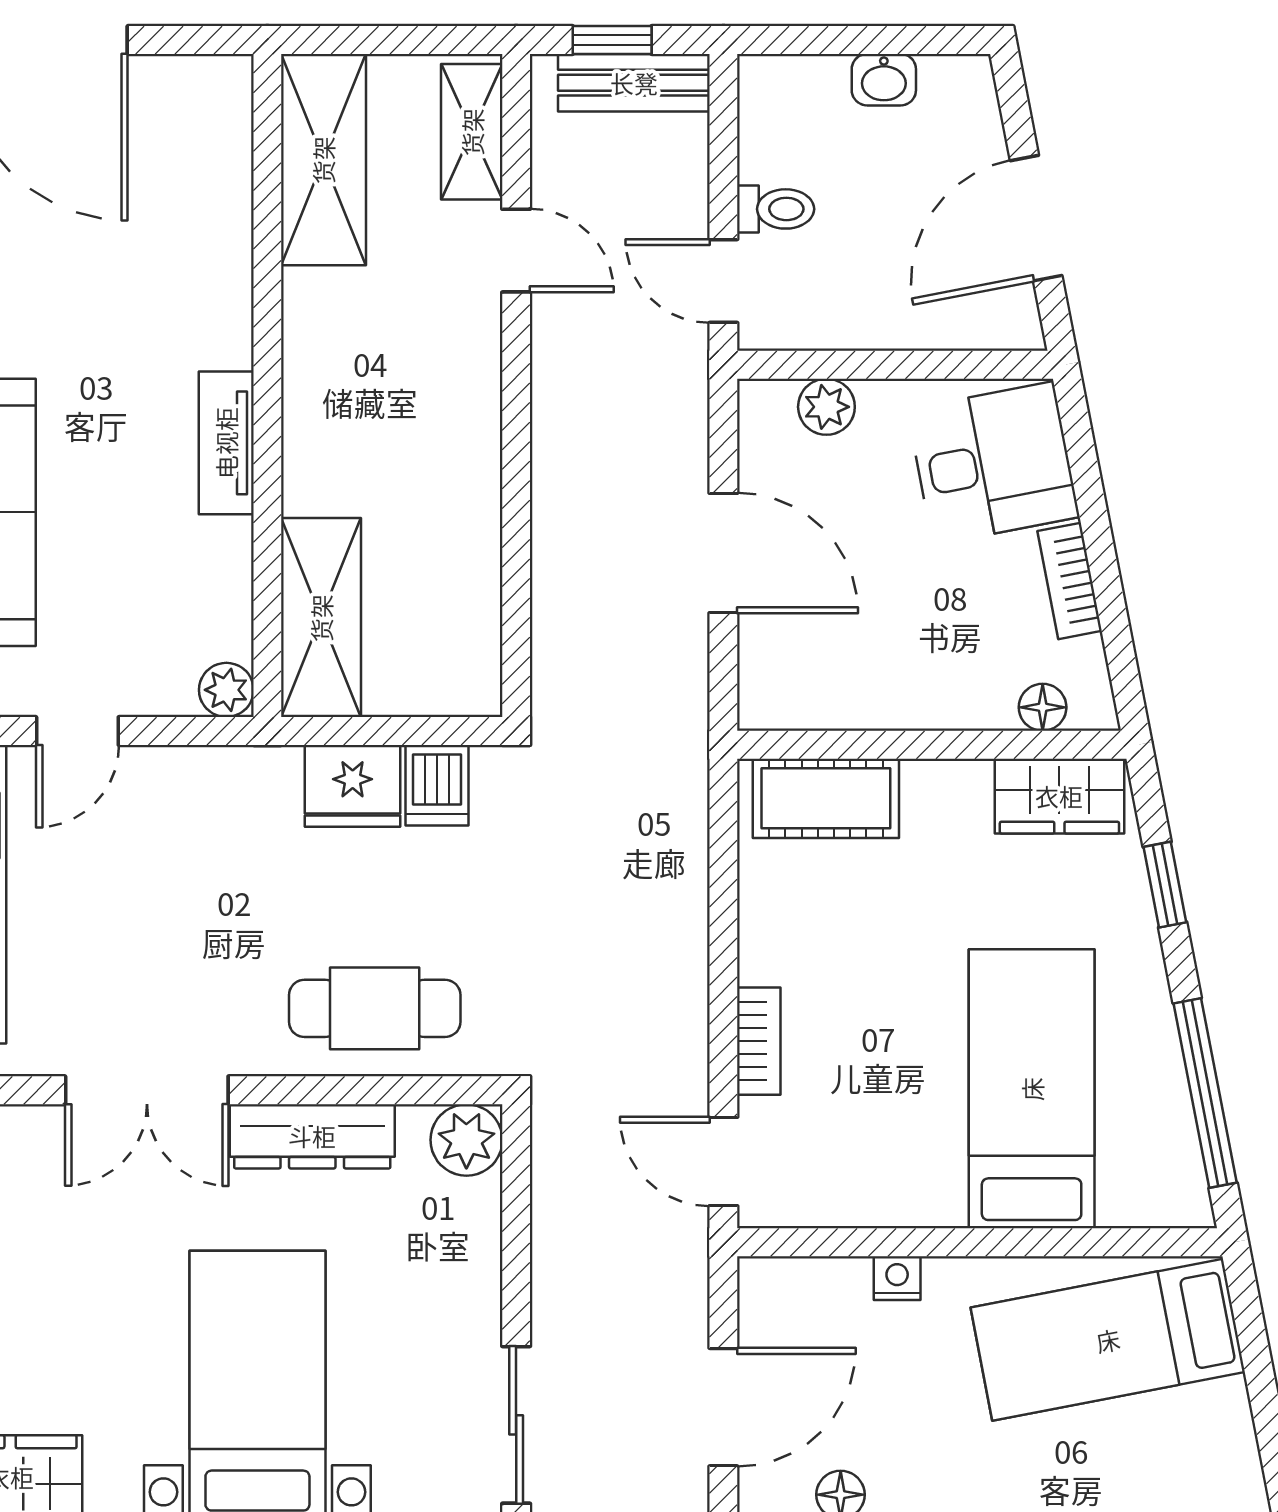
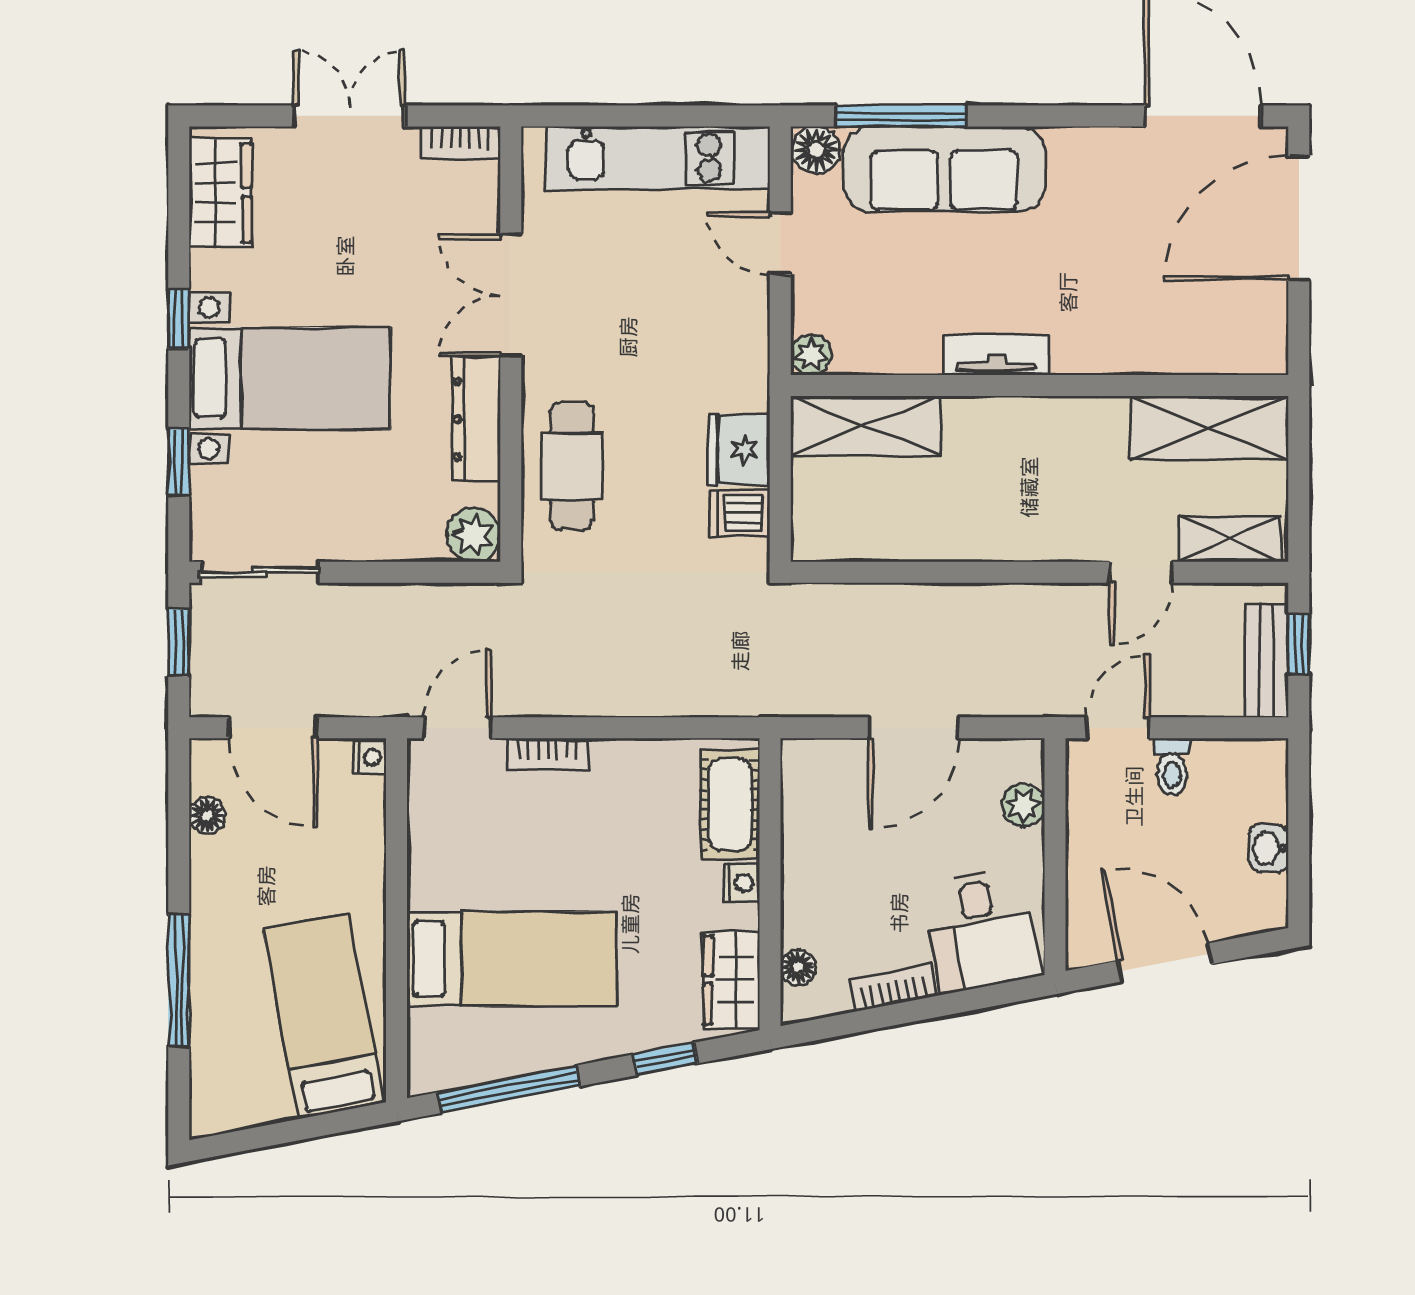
nightstand: (930, 783) -> (741, 883), added
nightstand: (897, 1278) -> (370, 757), moved

